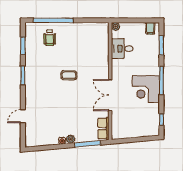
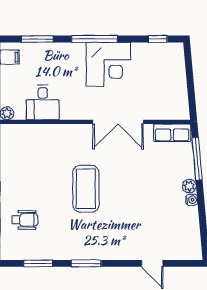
coffee table: (69, 75) -> (86, 189), width x1.86, depth x1.72

